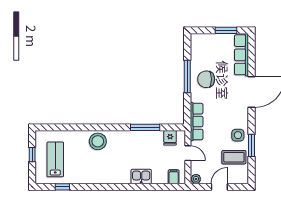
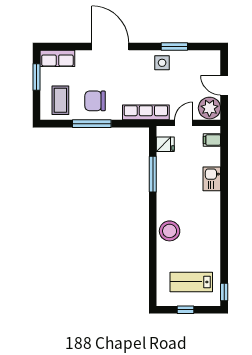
row of seats: (242, 55) -> (57, 58), width x0.68
chair: (206, 79) -> (95, 101), turned 90
coffee table: (234, 157) -> (60, 100), moved
plant: (196, 179) -> (209, 108), width x1.87, depth x1.87
window: (62, 187) -> (224, 292), moved

